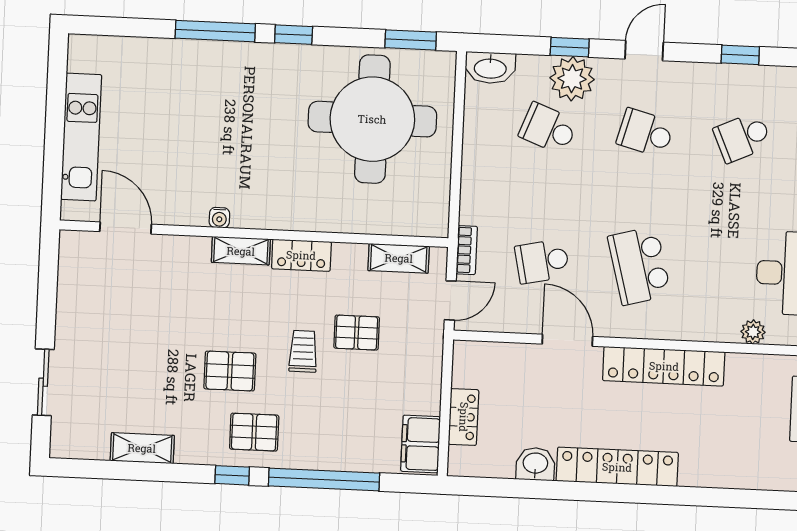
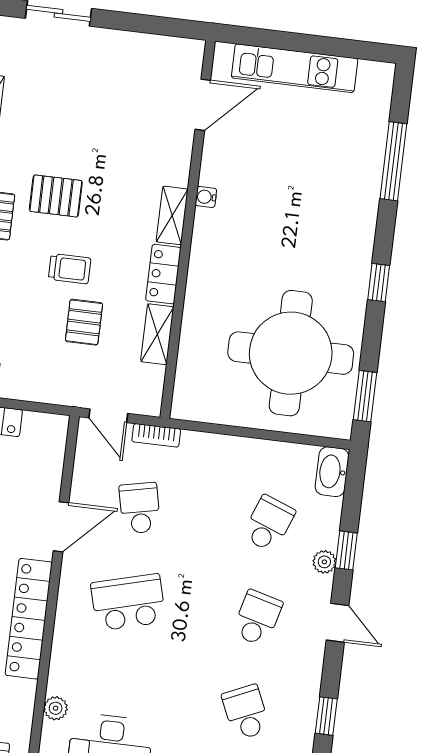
window: (215, 31) -> (393, 161), moved
plant: (572, 79) -> (324, 562), width x0.53, depth x0.53
shelving: (399, 258) -> (157, 334), moved
pallet: (230, 371) -> (56, 196), turned 90

